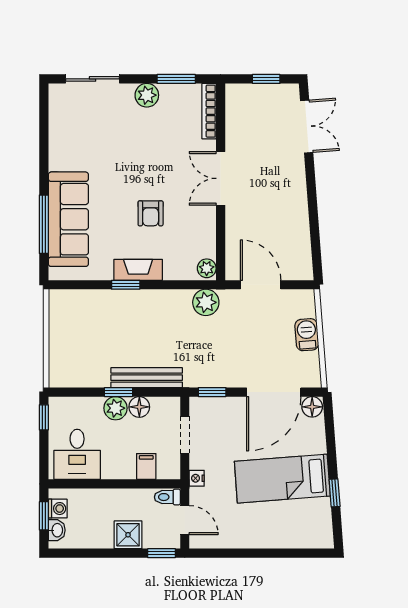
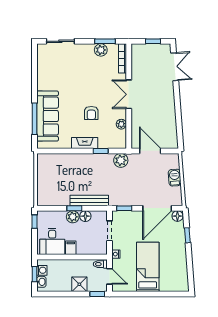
plant: (147, 95) -> (101, 50), moved
plant: (207, 268) -> (121, 124), moved
window: (126, 285) -> (101, 151), moved
filing cabinet: (146, 466) -> (71, 248), moved
bed: (282, 479) -> (148, 267), moved, turned 94
window: (335, 493) -> (187, 235), moved

